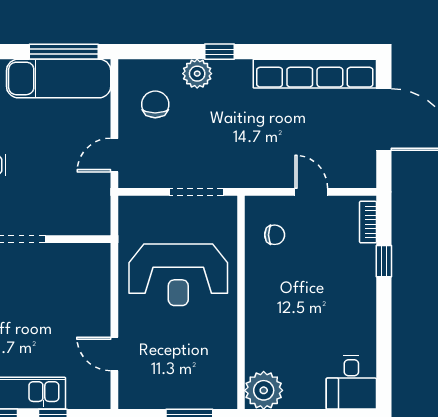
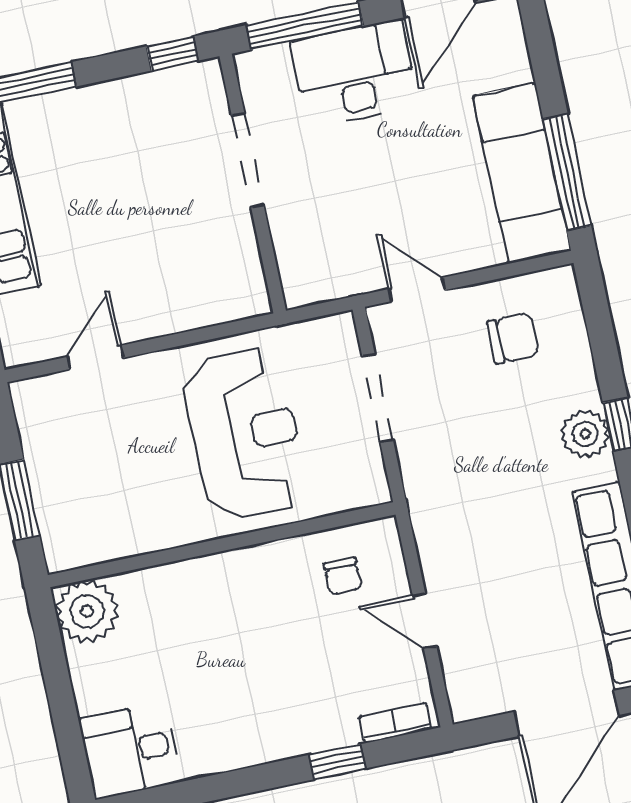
plant: (197, 74) -> (585, 434), moved
doorway: (196, 192) -> (378, 398), moved
door: (311, 192) -> (425, 621), swing flipped
reception desk: (178, 275) -> (245, 434), turned 180

